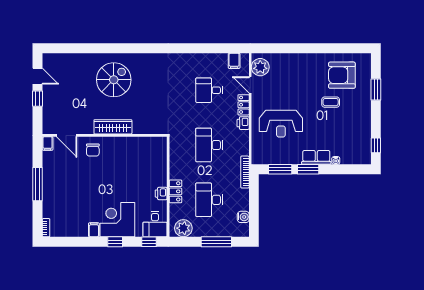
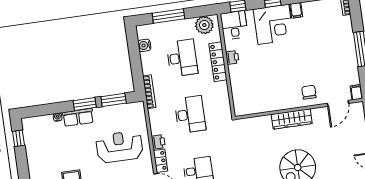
door: (67, 135) -> (338, 103), swing flipped
locker: (175, 191) -> (218, 62), width x1.53

